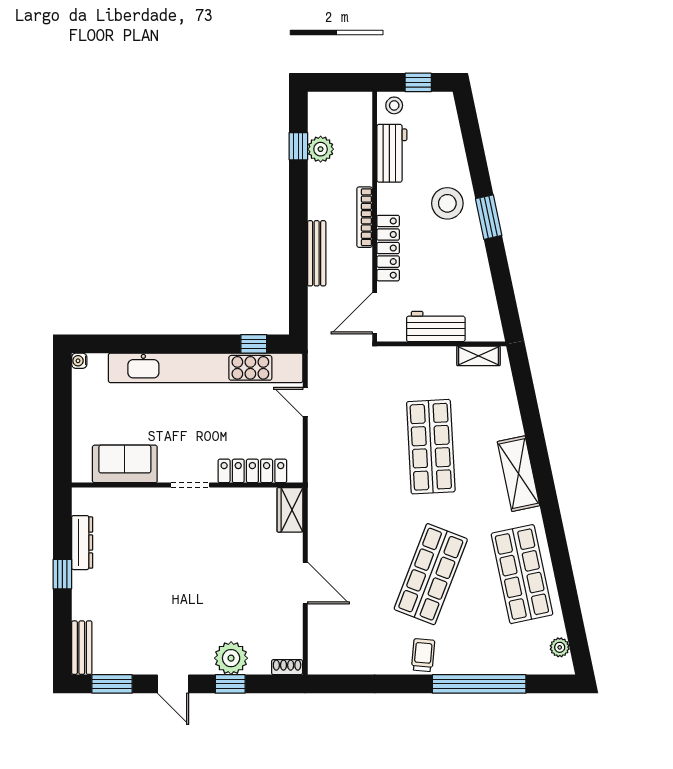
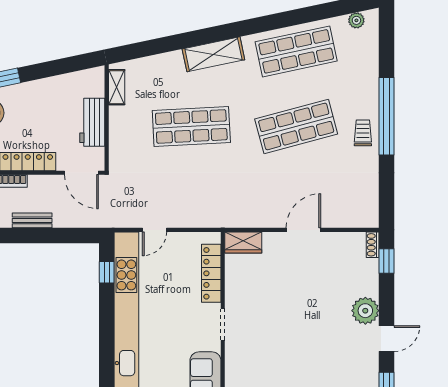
bench: (317, 253) -> (32, 220), width x0.73
shop shelf: (431, 574) -> (296, 126), turned -36
trolley: (423, 655) -> (363, 133), turned 85
plant: (231, 658) -> (365, 311), moved
window: (230, 684) -> (387, 261), moved
window: (479, 684) -> (387, 116), moved

